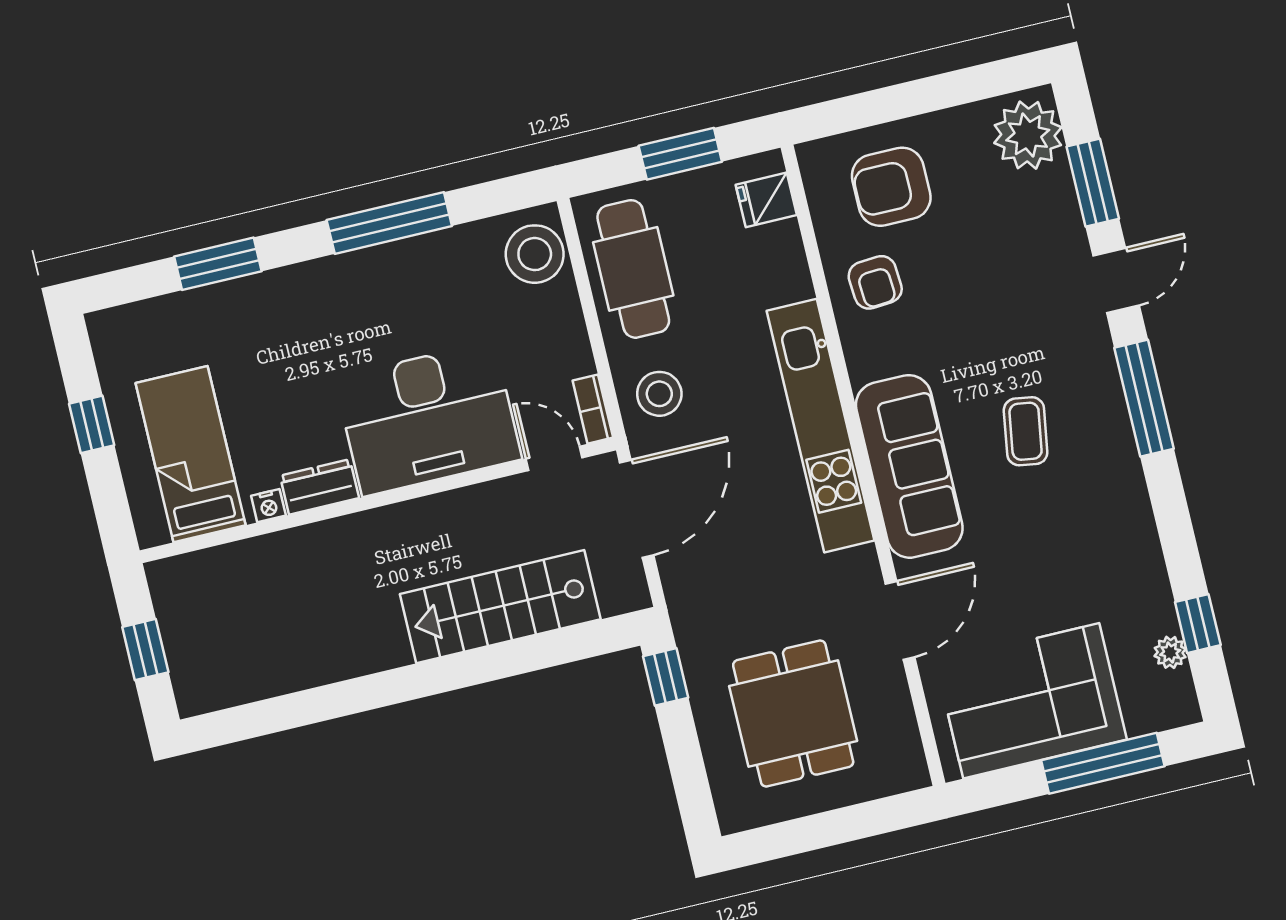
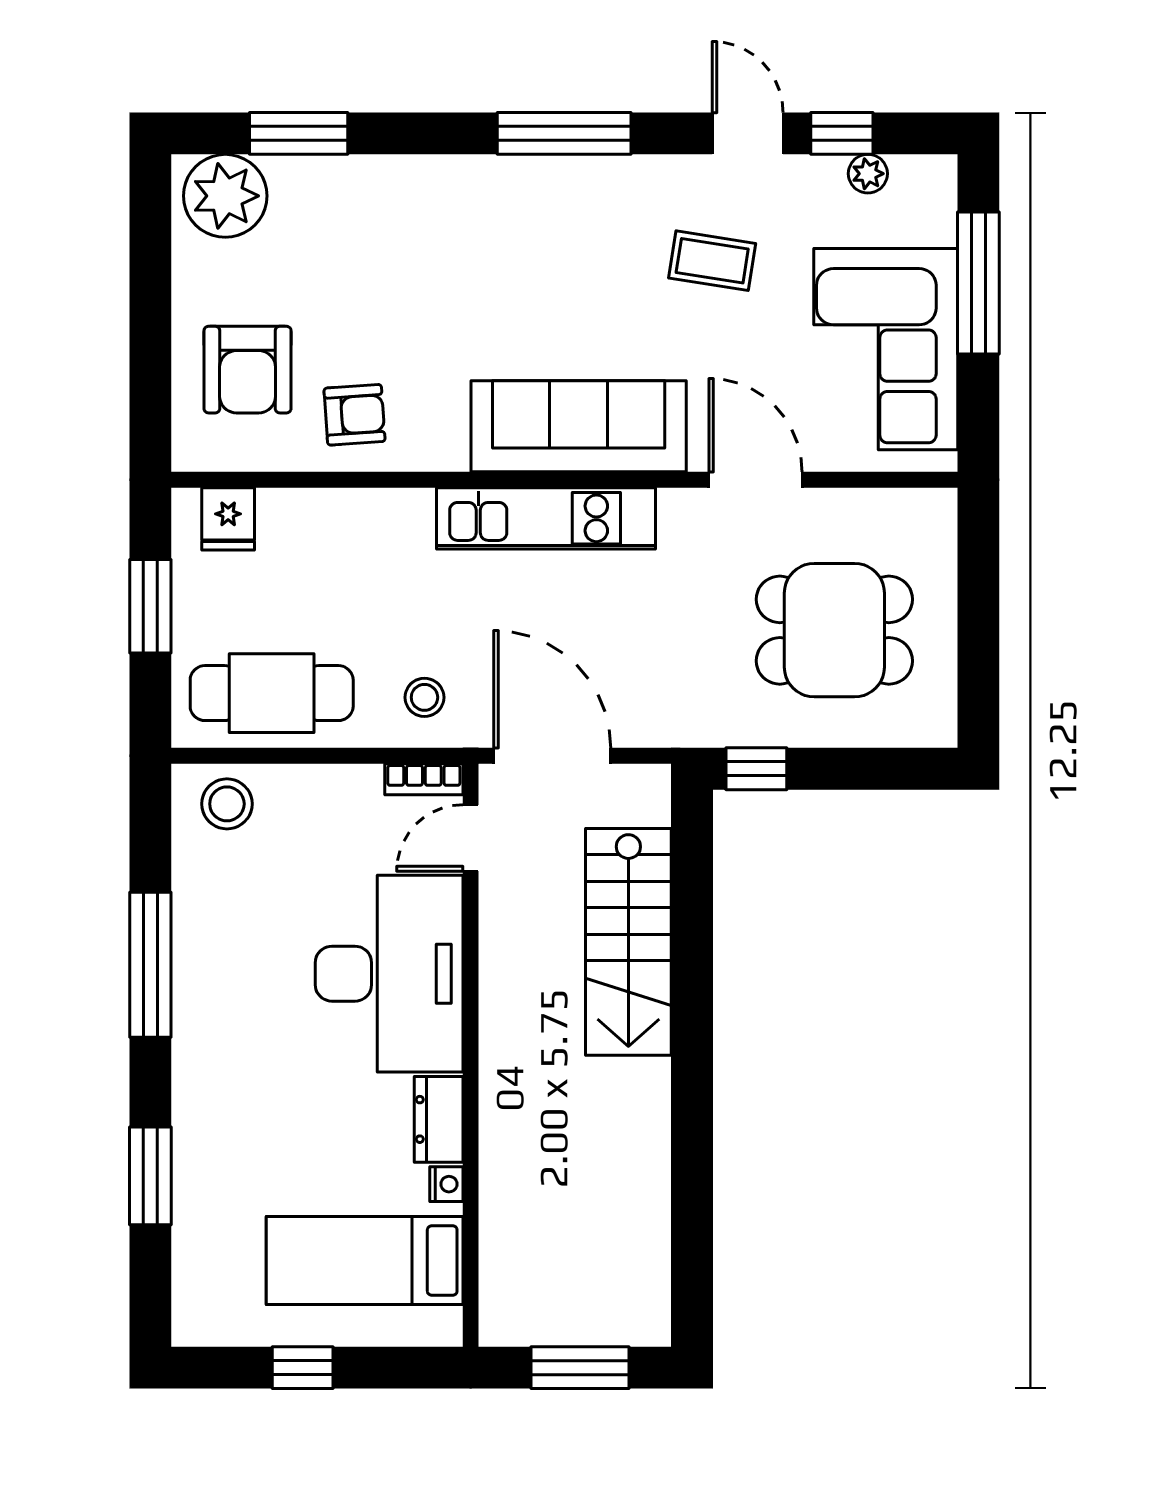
stool: (535, 254) -> (227, 804), width x0.73, depth x0.73
door: (1116, 280) -> (748, 133), moved
stool: (659, 394) -> (424, 697), width x0.73, depth x0.73
kitchen unit: (820, 426) -> (546, 518), width x0.73
coffee table: (1026, 431) -> (712, 261), moved
window: (145, 650) -> (580, 1368), width x1.50

